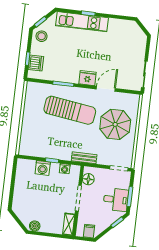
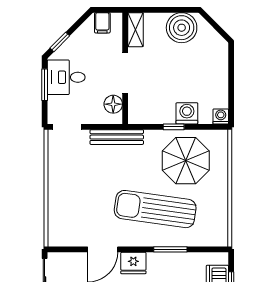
parasol: (115, 124) -> (186, 161), moved
bench: (84, 158) -> (117, 137), width x1.36
washing machine: (65, 169) -> (221, 116), moved
boiler: (35, 226) -> (182, 28), width x1.86, depth x1.86

